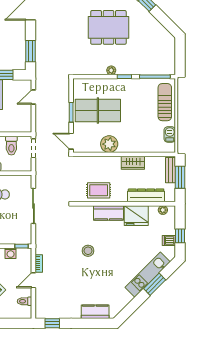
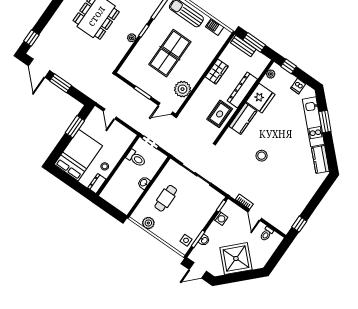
window: (30, 51) -> (61, 83), moved
table tennis table: (98, 110) -> (170, 53), moved
plant: (109, 144) -> (183, 89), moved
dresser: (146, 195) -> (242, 90), moved
window: (180, 236) -> (289, 66), moved
kitchen counter: (95, 312) -> (320, 160), moved, turned -45

